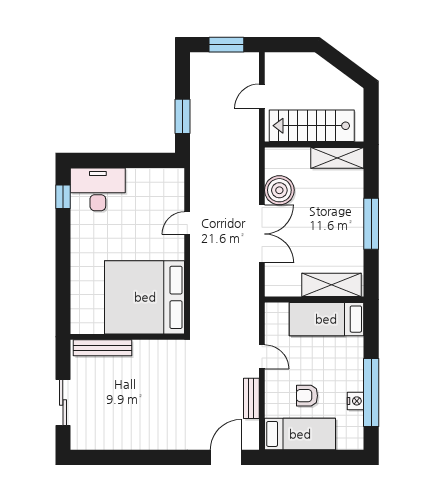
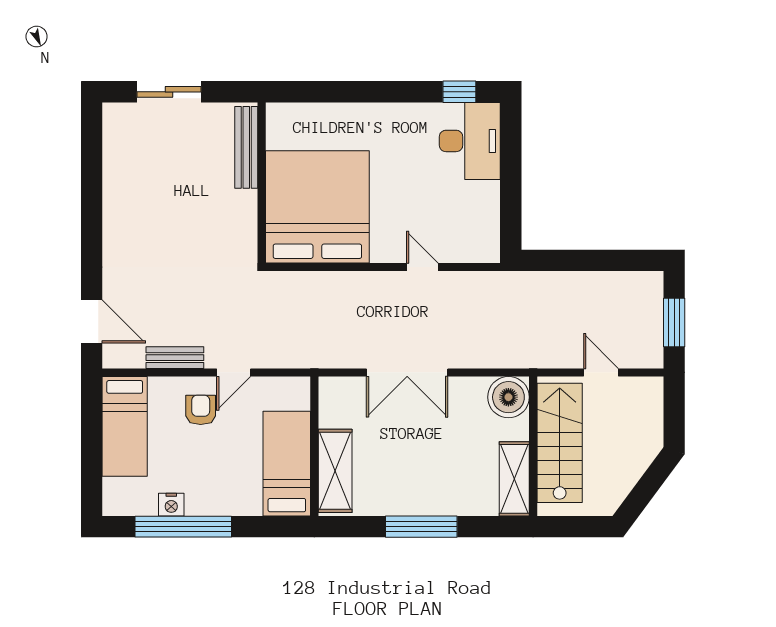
window: (183, 116) -> (573, 260), removed
boiler: (279, 190) -> (508, 397), moved
armchair: (307, 396) -> (201, 410), moved

